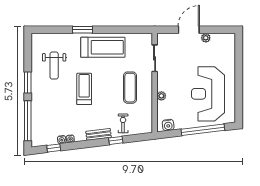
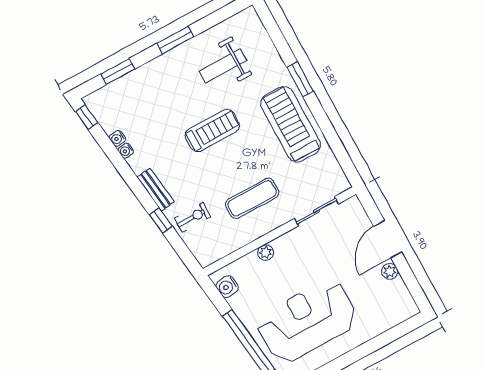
door: (189, 30) -> (388, 239), swing flipped
treadmill: (103, 47) -> (290, 124), turned 180
window: (28, 121) -> (118, 72), width x0.47
window: (54, 148) -> (87, 117), moved

